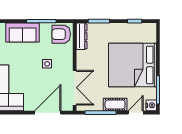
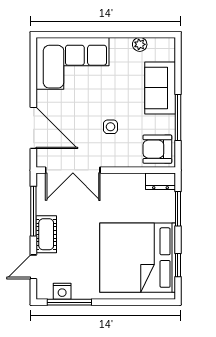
armchair: (61, 34) -> (157, 149), turned -90
dresser: (82, 36) -> (161, 181), width x0.70
bed: (132, 65) -> (138, 258), moved, turned -90
nightstand: (151, 105) -> (62, 291), moved
door: (136, 113) -> (33, 267), swing flipped

